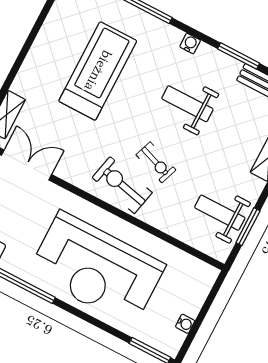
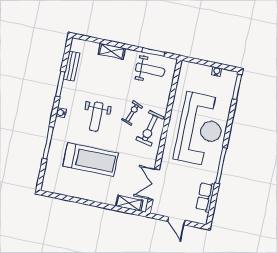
treadmill: (98, 71) -> (91, 160), turned 180
weight bench: (187, 104) -> (96, 117), moved
weight bench: (220, 213) -> (150, 70), turned -90

